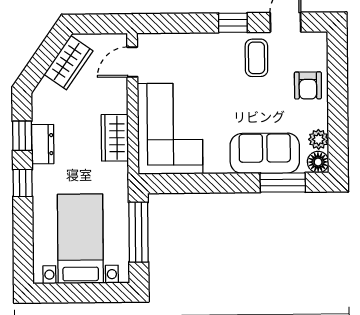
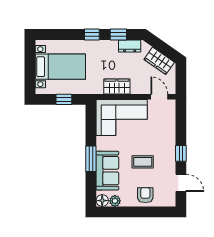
coffee table: (256, 58) -> (143, 162), moved
armchair: (308, 85) -> (145, 195), turned 90
dresser: (43, 144) -> (130, 46), moved
window: (283, 183) -> (91, 159), moved
window: (138, 232) -> (64, 99), width x0.46

